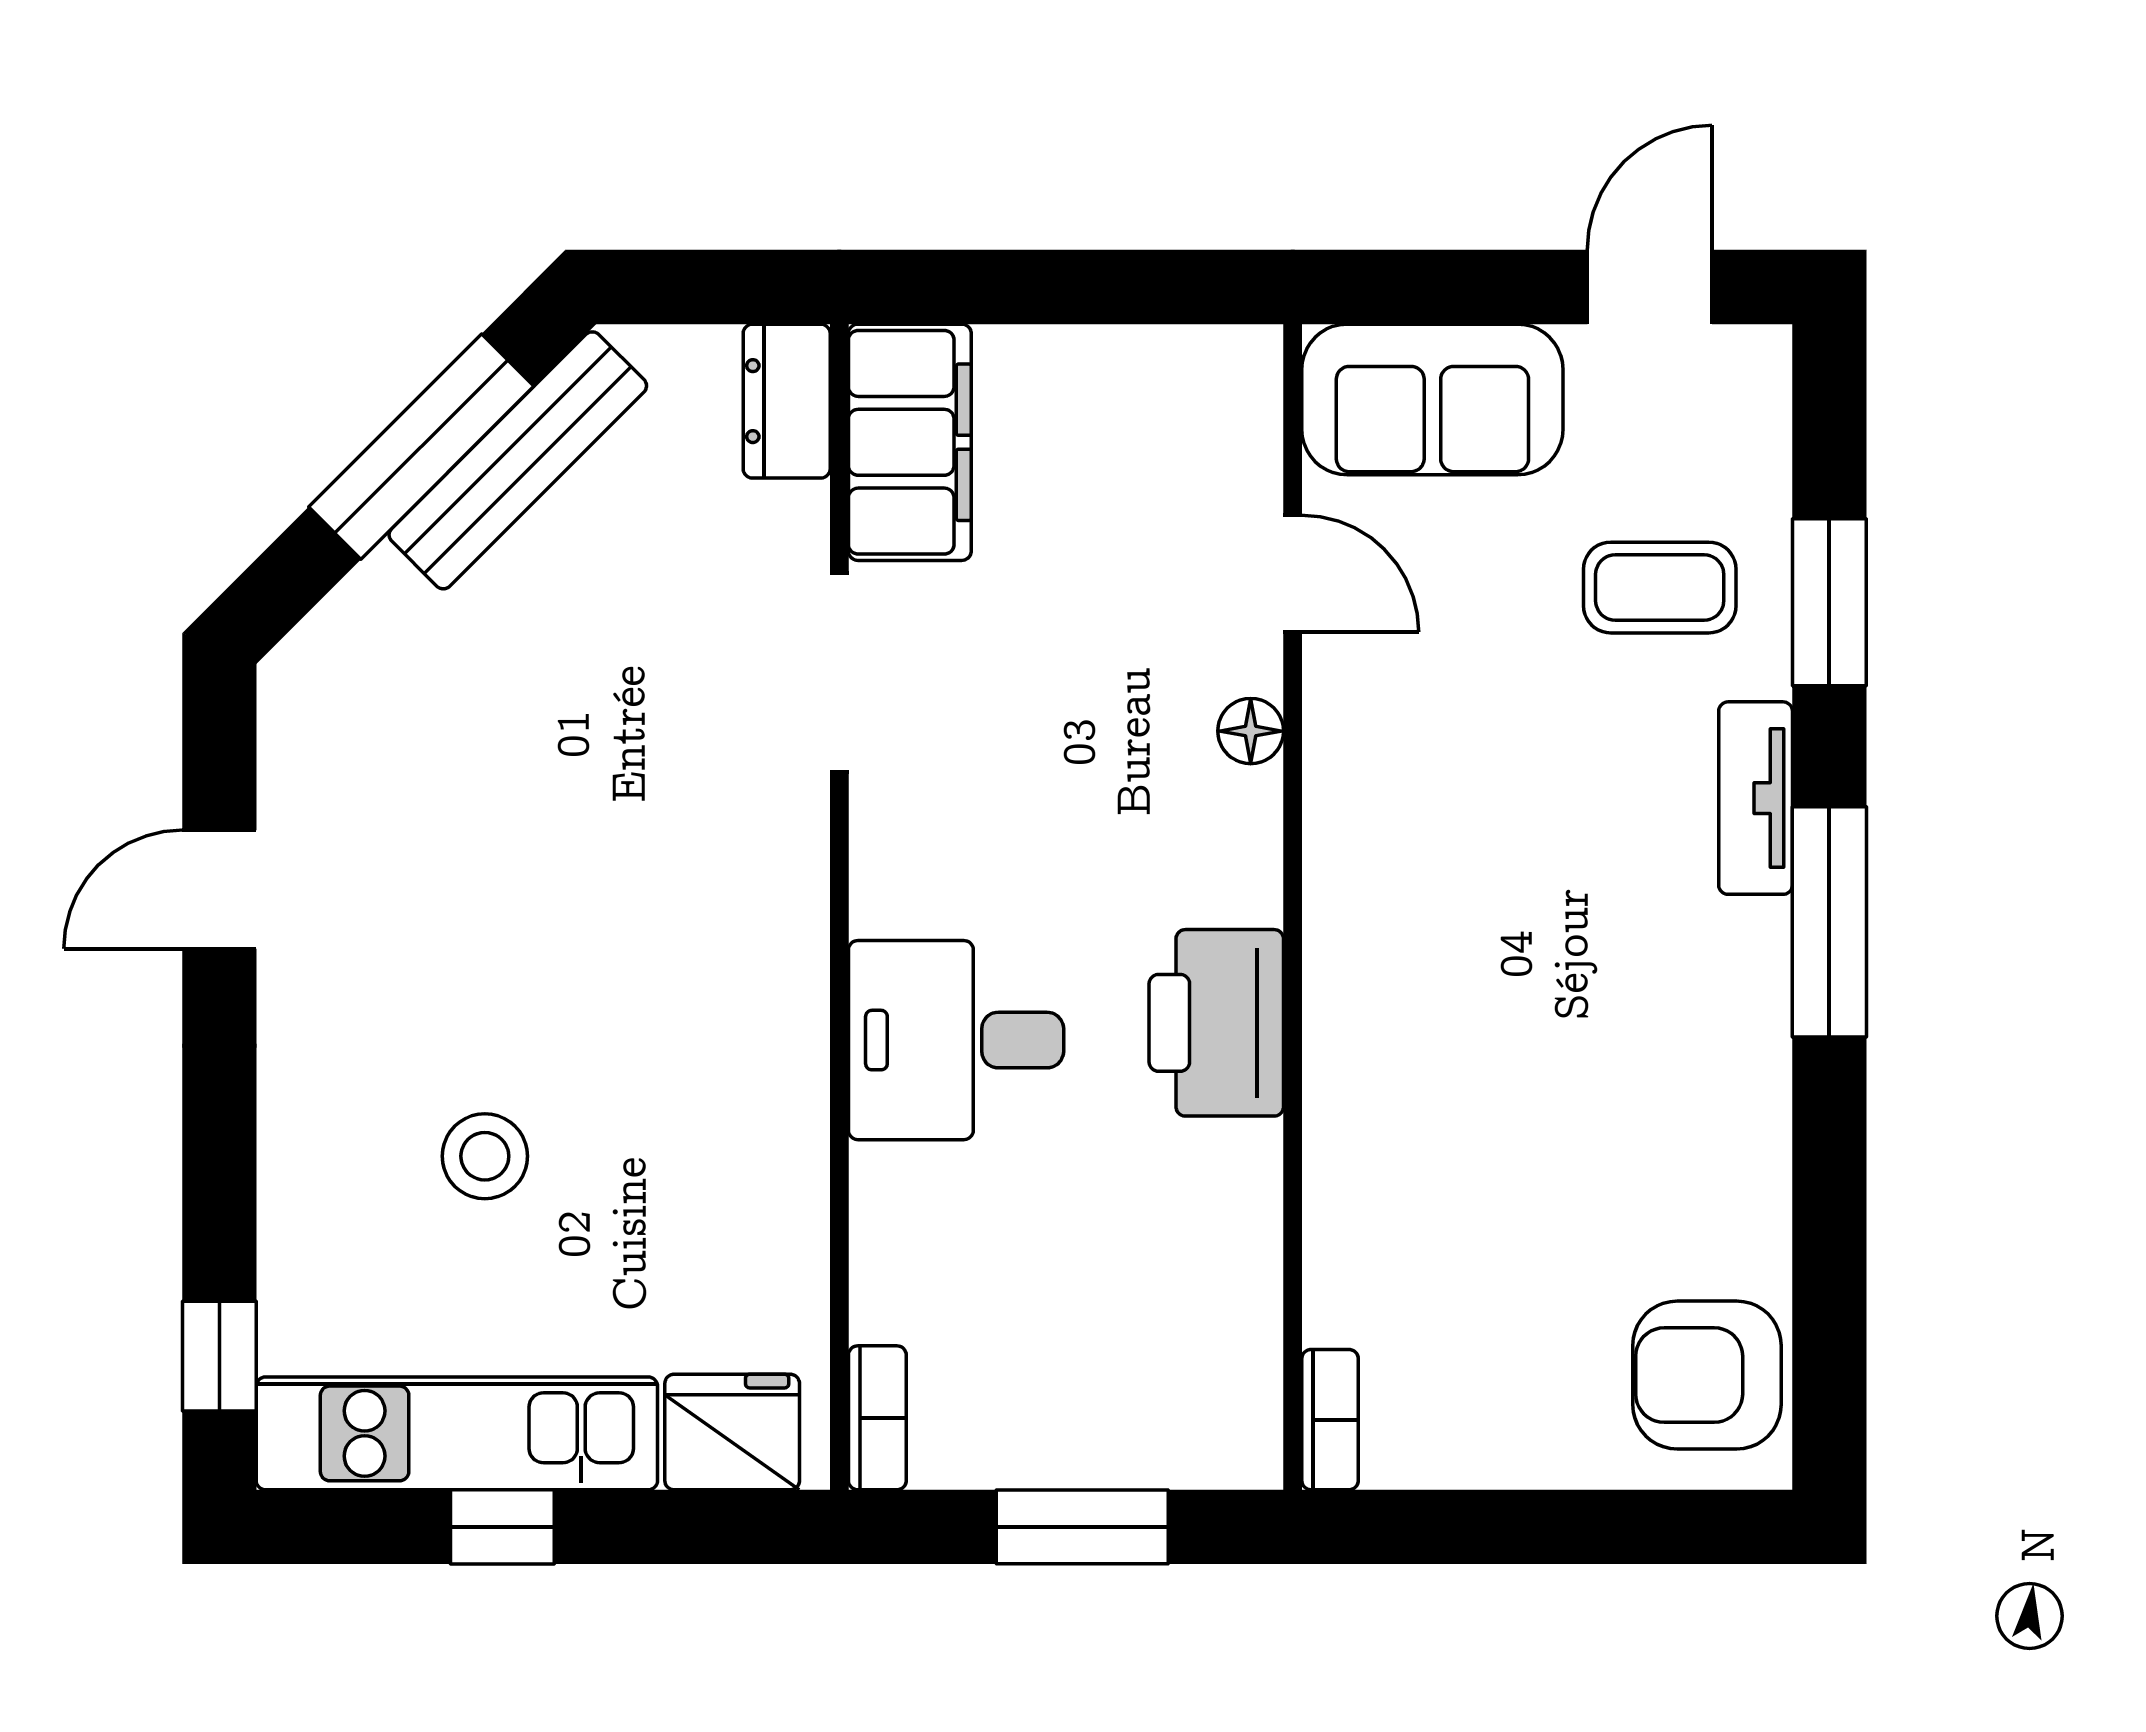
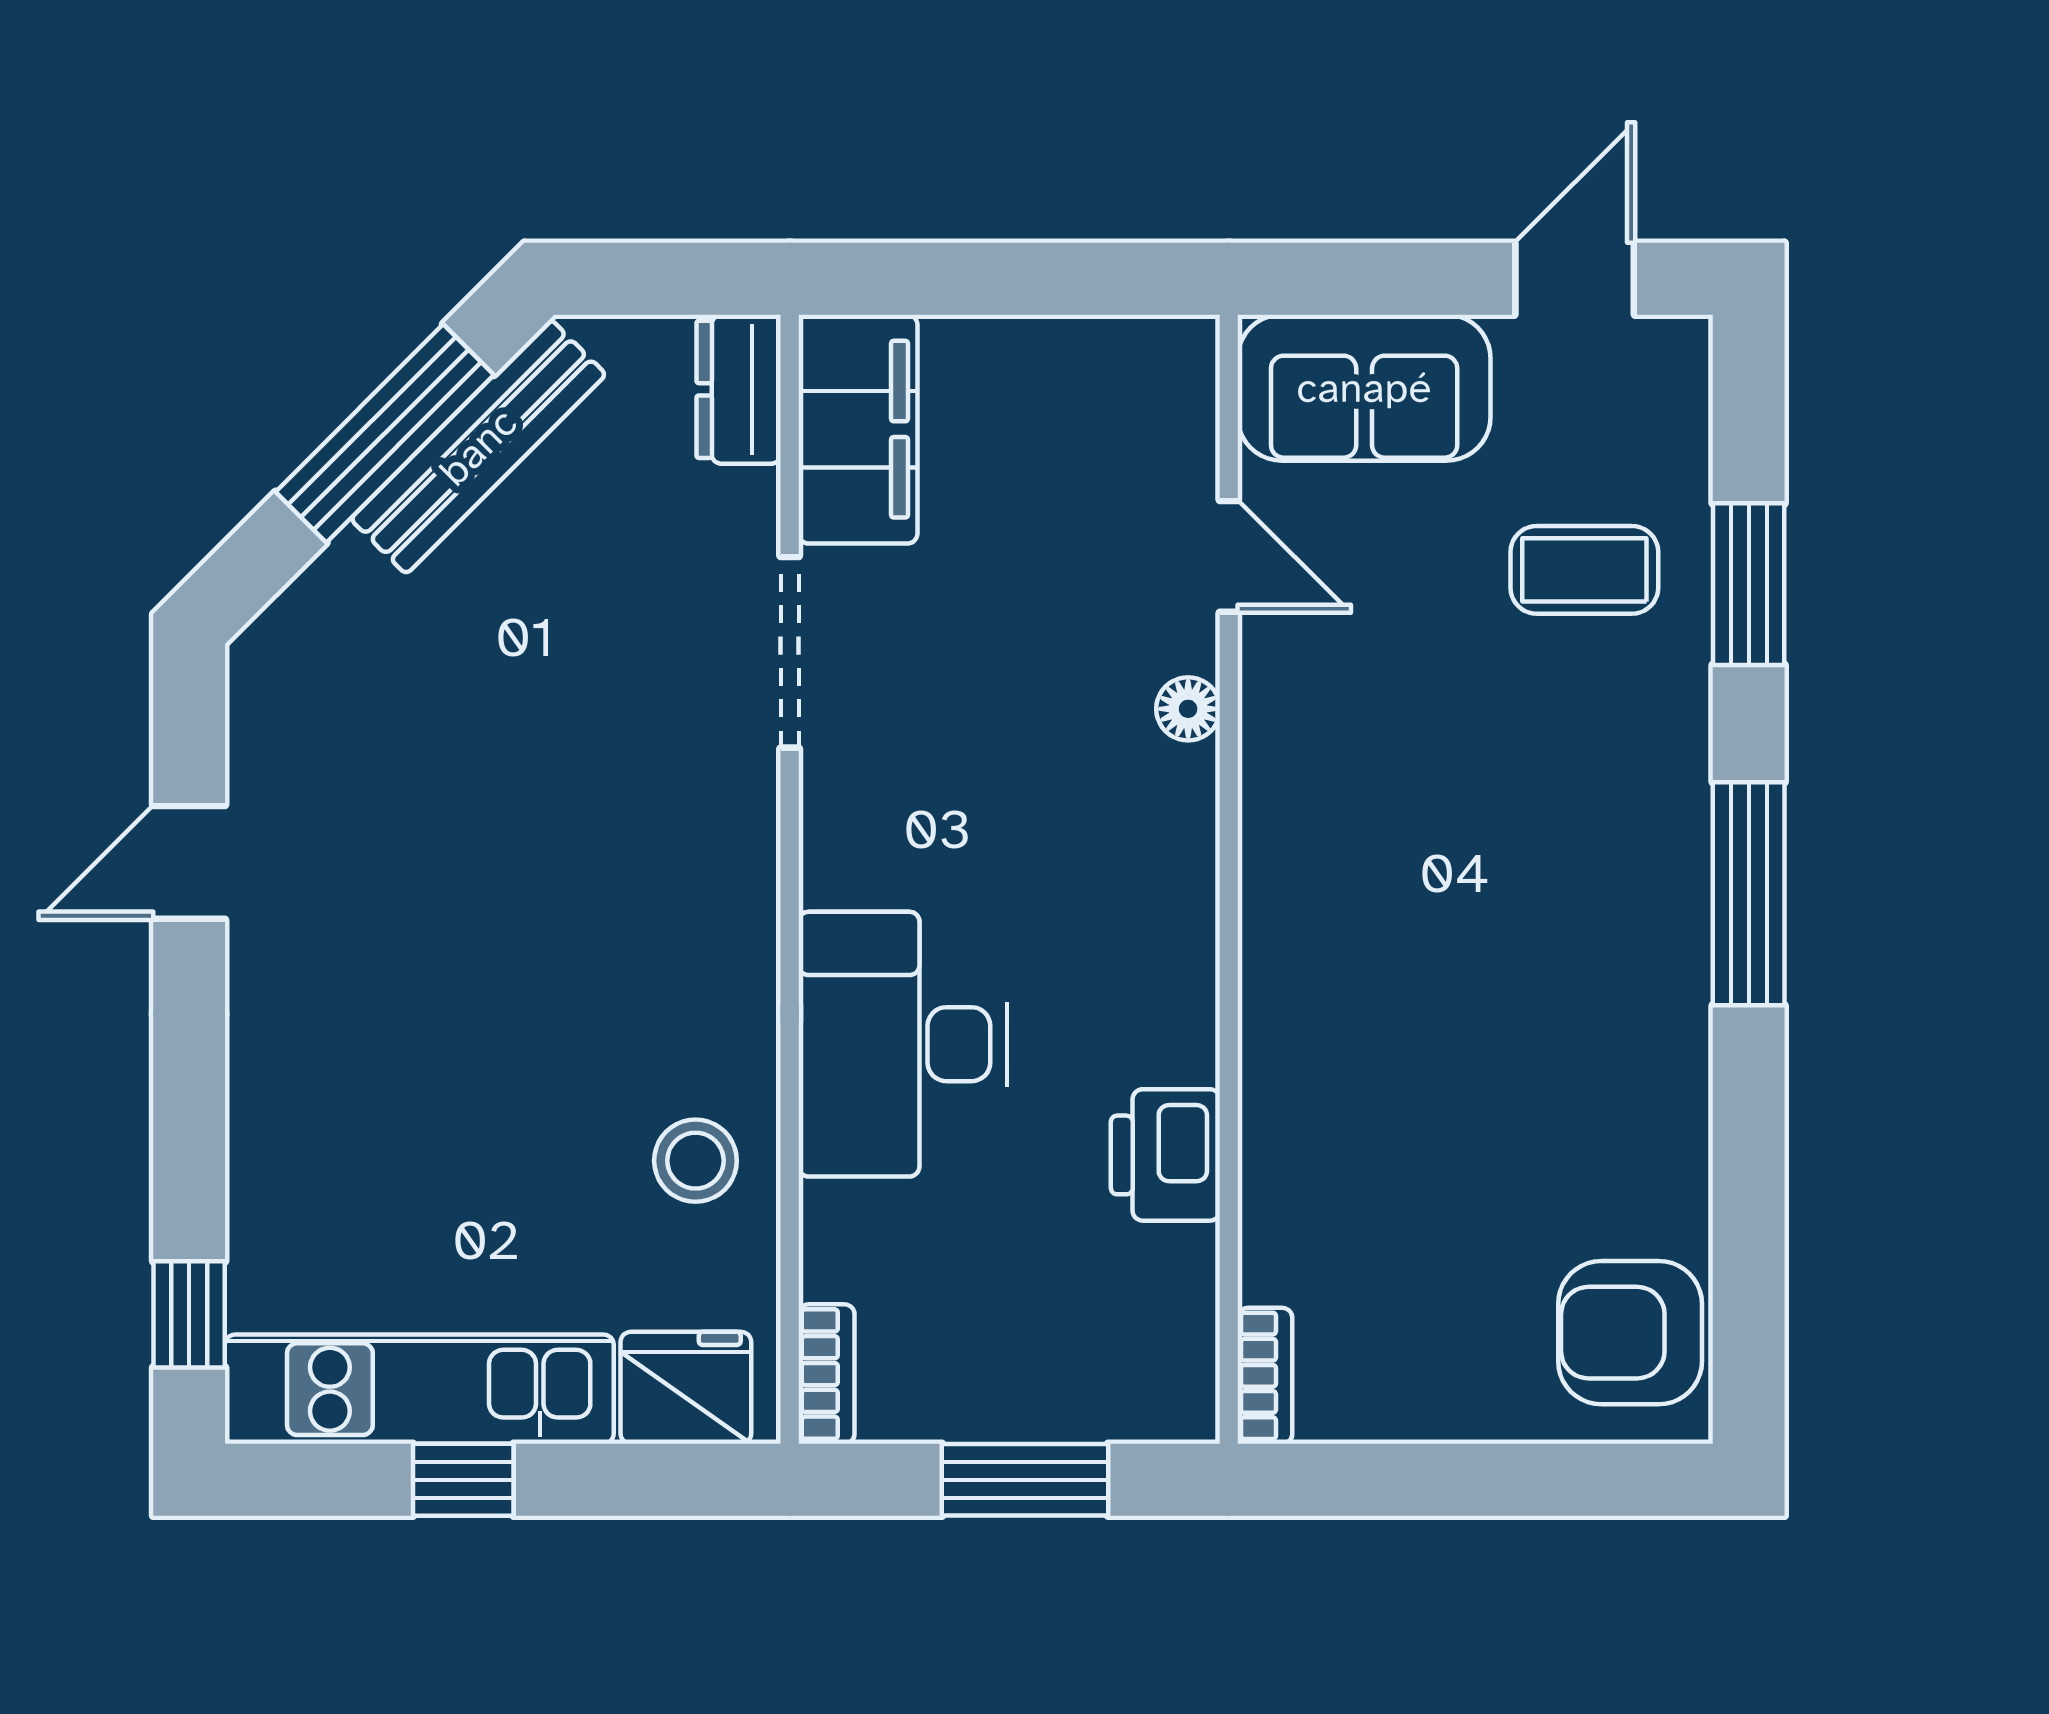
tv unit: (1756, 798) -> (1677, 774), removed
printer: (1216, 1023) -> (1165, 1155), moved, width x0.73, depth x0.84
desk: (956, 1040) -> (903, 1044), width x1.37
stool: (485, 1156) -> (695, 1161), moved

